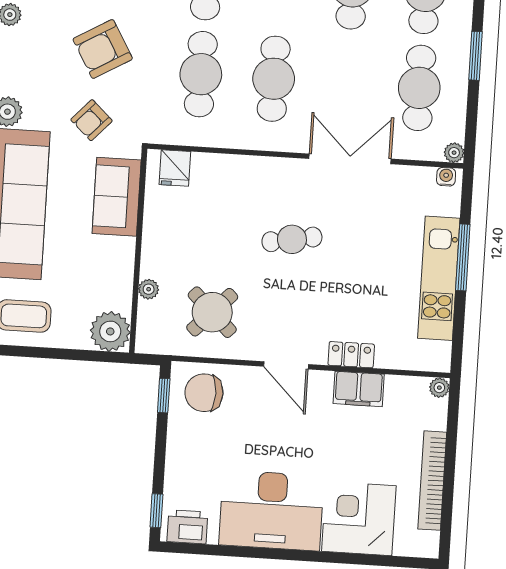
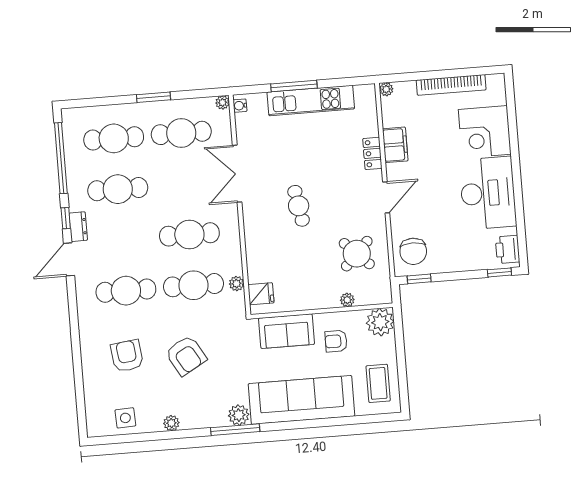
armchair: (92, 120) -> (336, 341), moved, turned 137
plant: (194, 136) -> (237, 284), added

